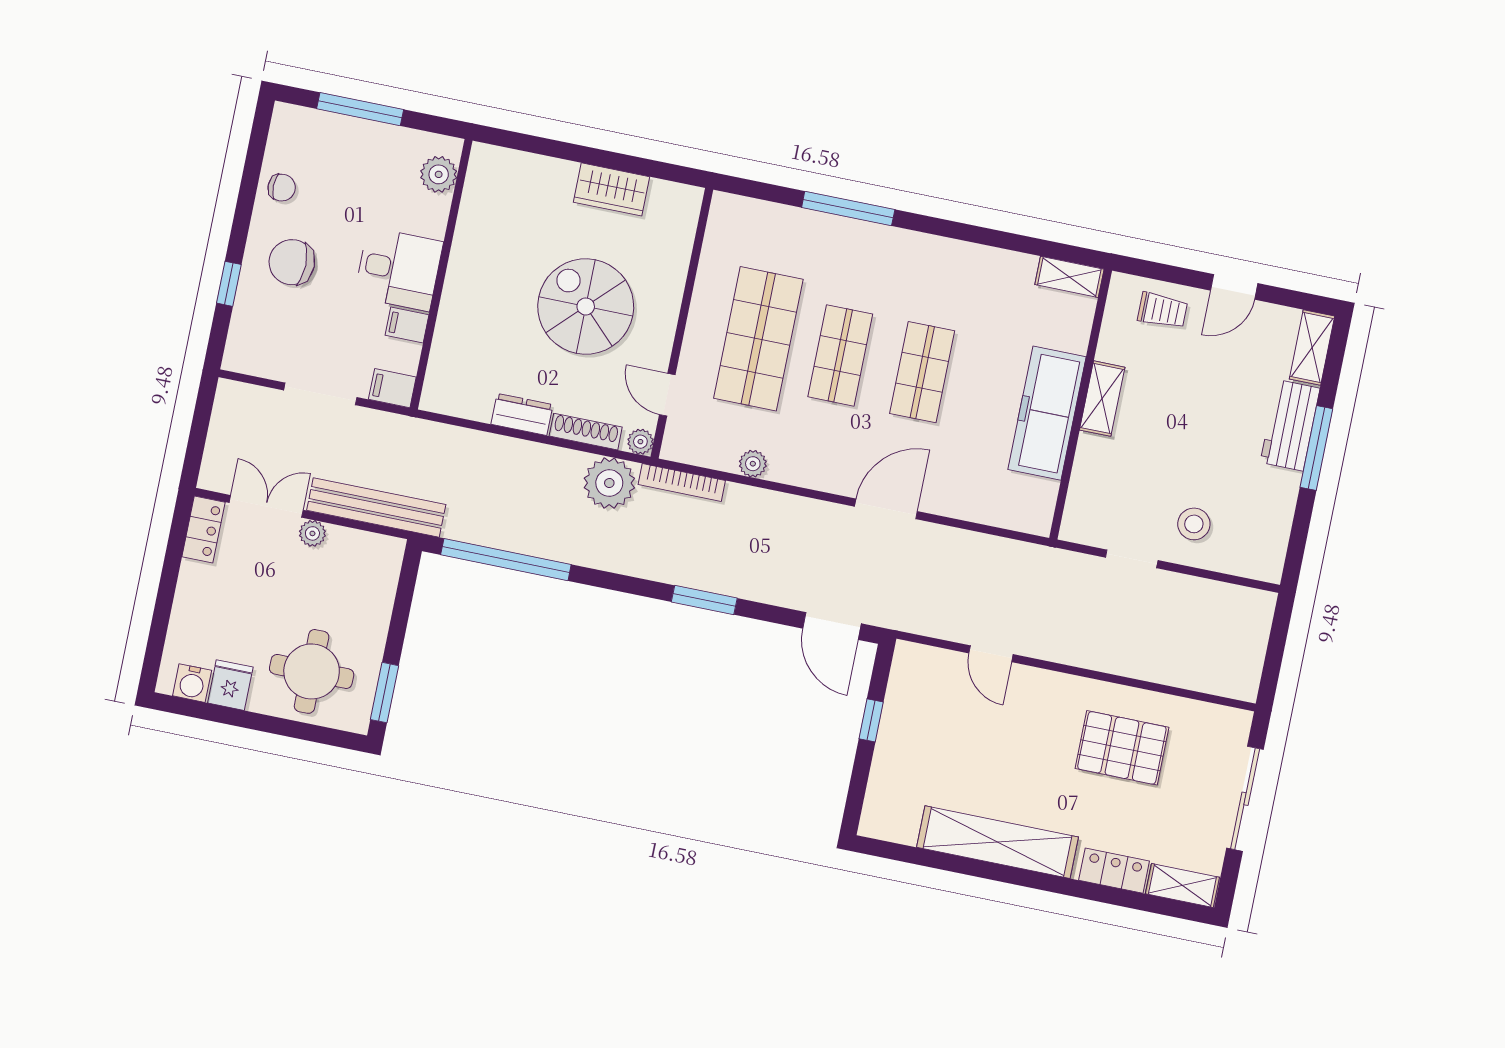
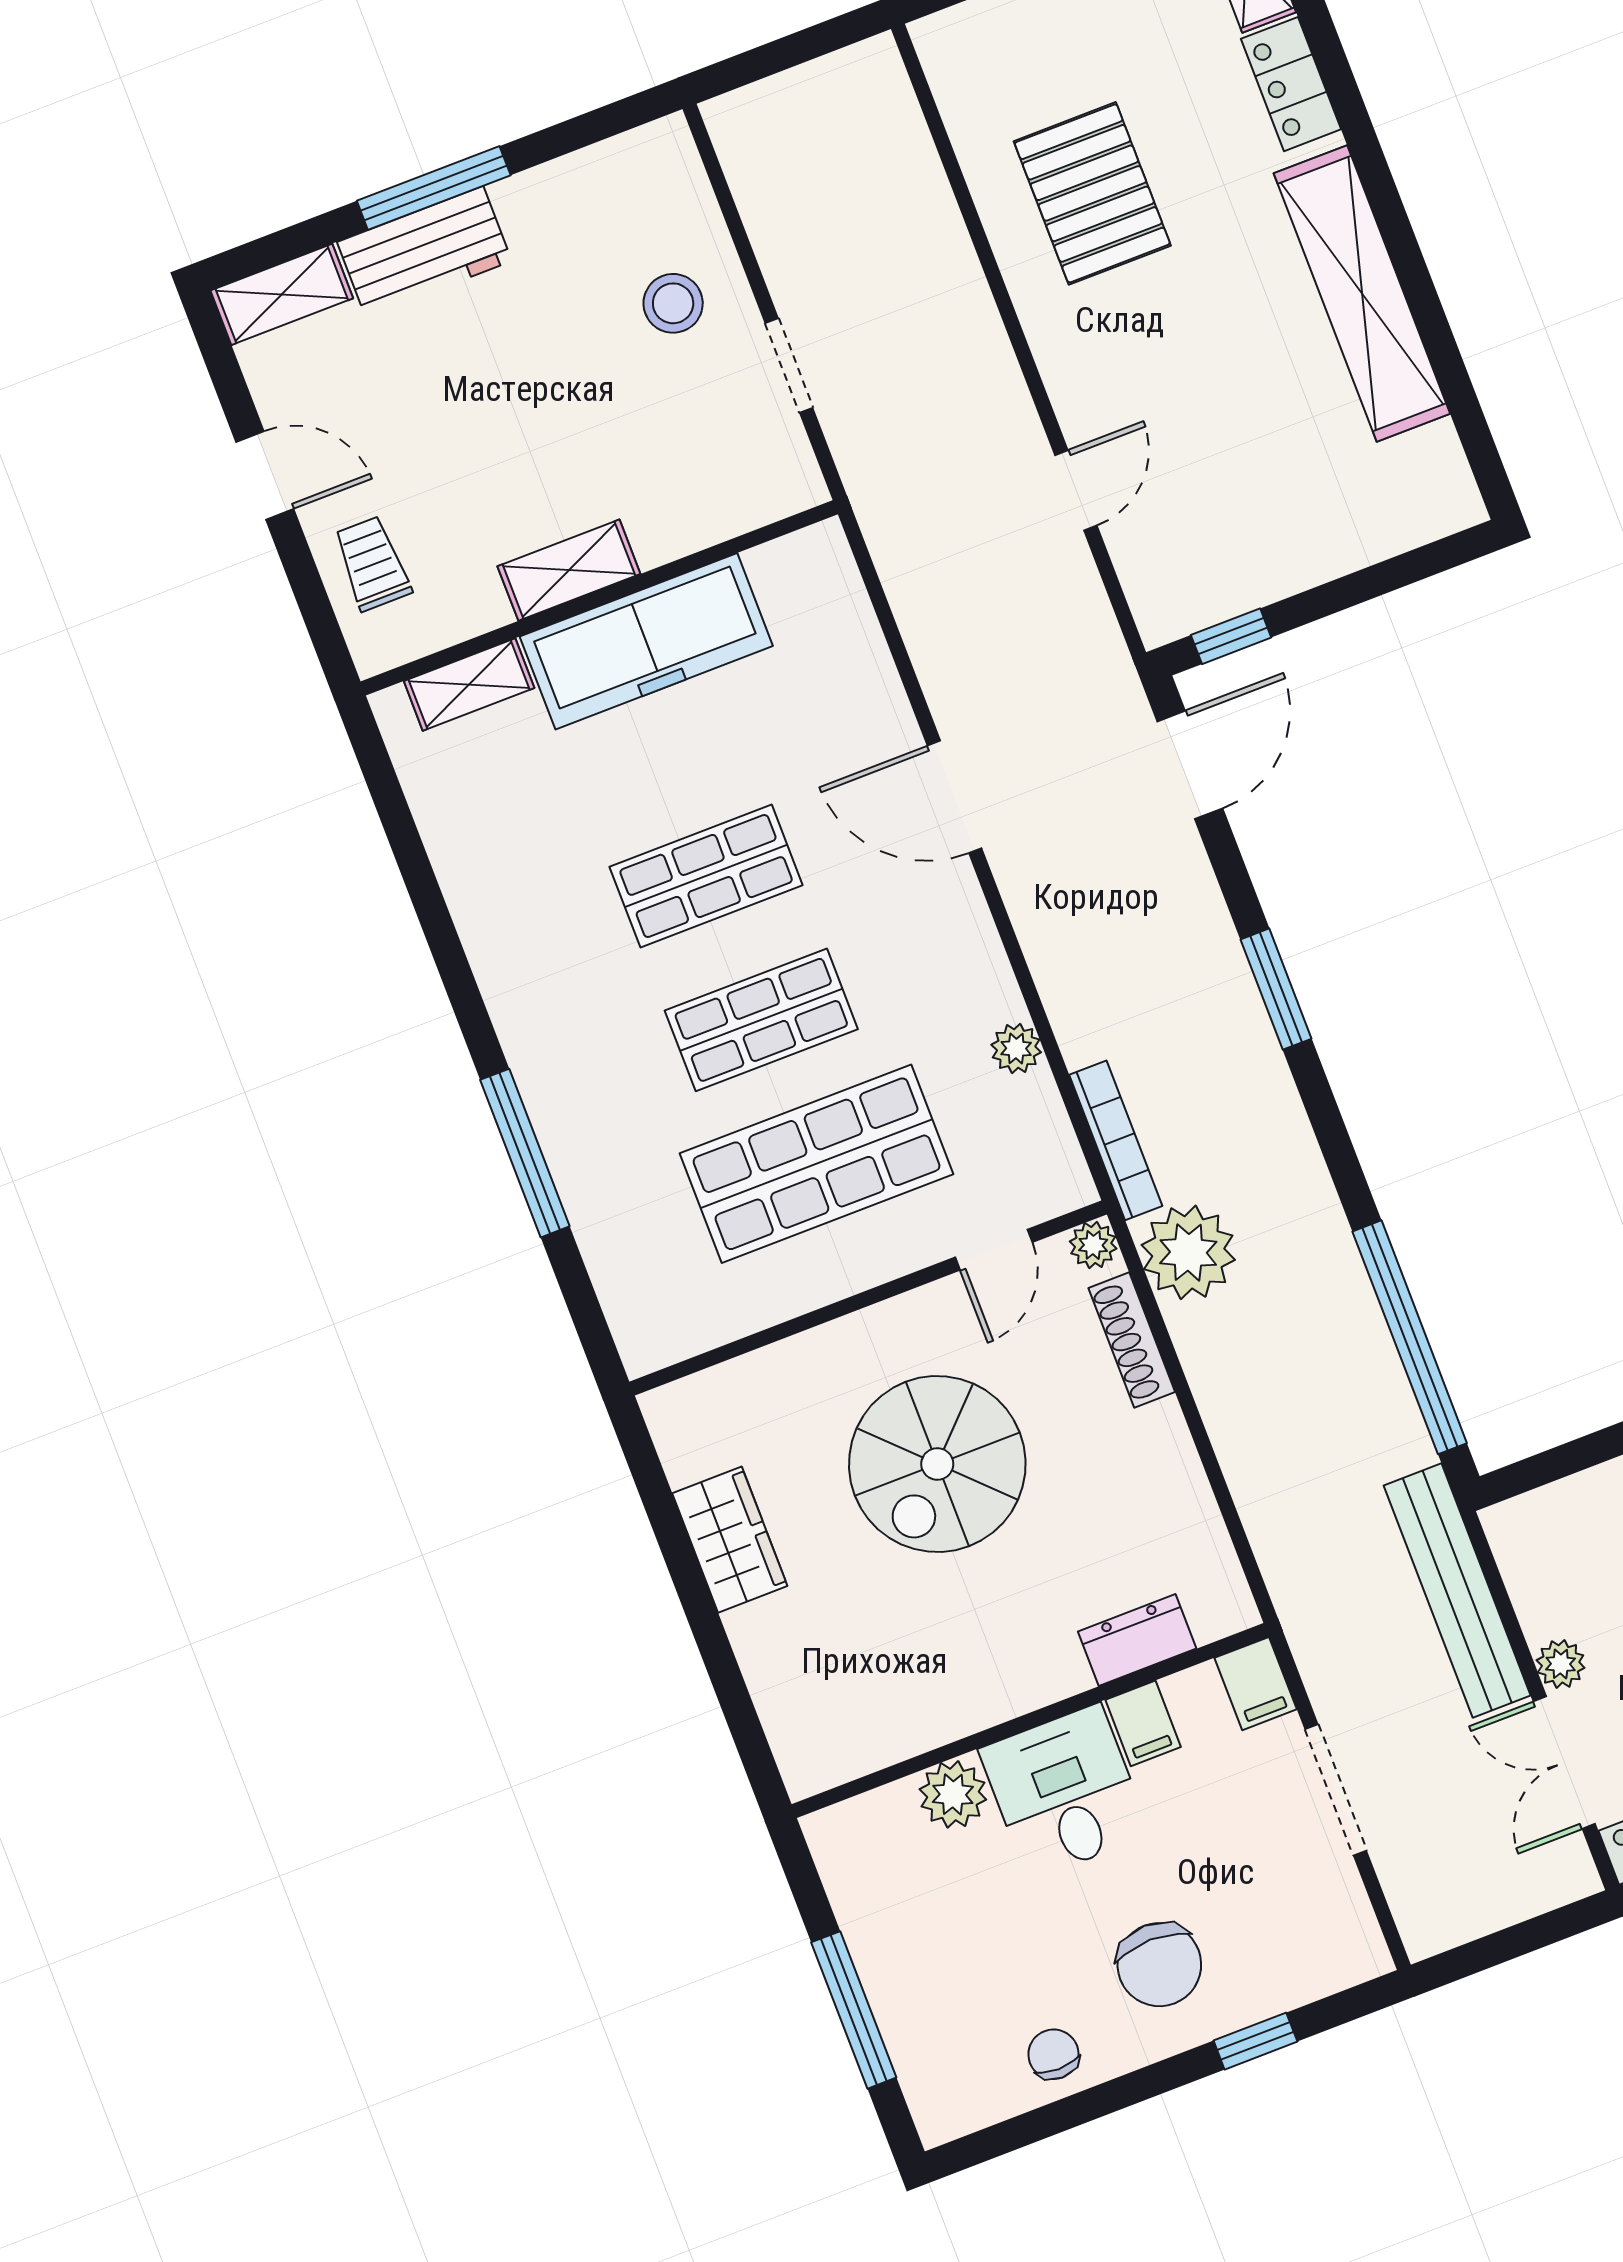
plant: (439, 174) -> (953, 1794), moved
shelving: (1069, 277) -> (469, 685), moved, turned 90
dresser: (522, 414) -> (1137, 1640), moved, turned 90
window: (871, 720) -> (1231, 636), moved

